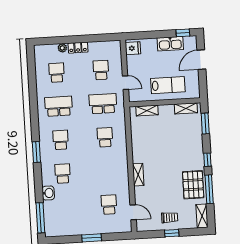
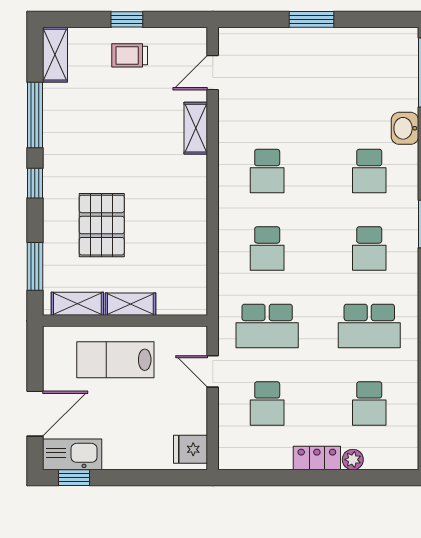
kitchen sink: (170, 44) -> (72, 454), moved
shelving: (147, 111) -> (130, 304), moved
shelving: (138, 175) -> (196, 128), moved
pallet: (193, 185) -> (102, 225), moved
school desk: (109, 205) -> (267, 171), moved
door: (133, 212) -> (213, 73), hinge flipped

